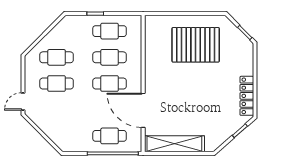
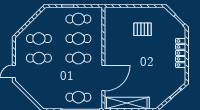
pallet: (196, 45) -> (143, 29), width x0.49, depth x0.50
locker: (247, 96) -> (181, 53), moved
door: (143, 110) -> (103, 78), swing flipped

